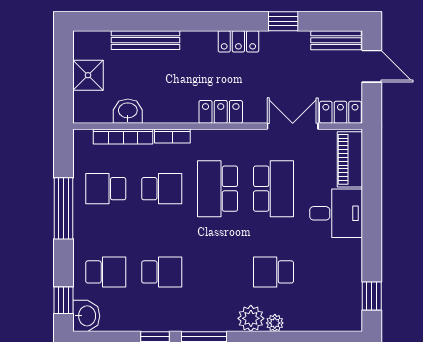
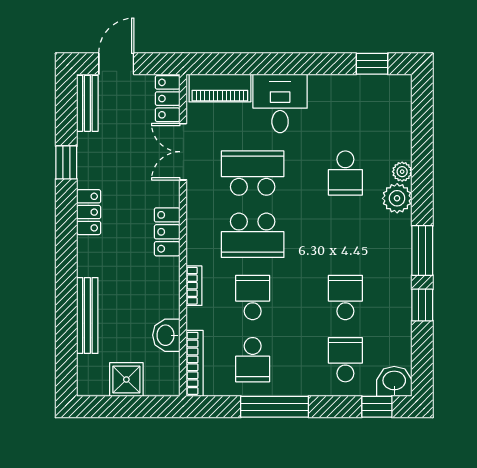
bookcase: (123, 137) -> (195, 363), moved

